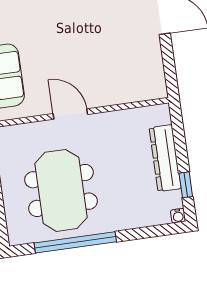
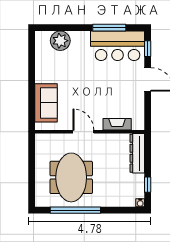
fireplace: (123, 94) -> (117, 124), added
dresser: (165, 158) -> (137, 153), moved

